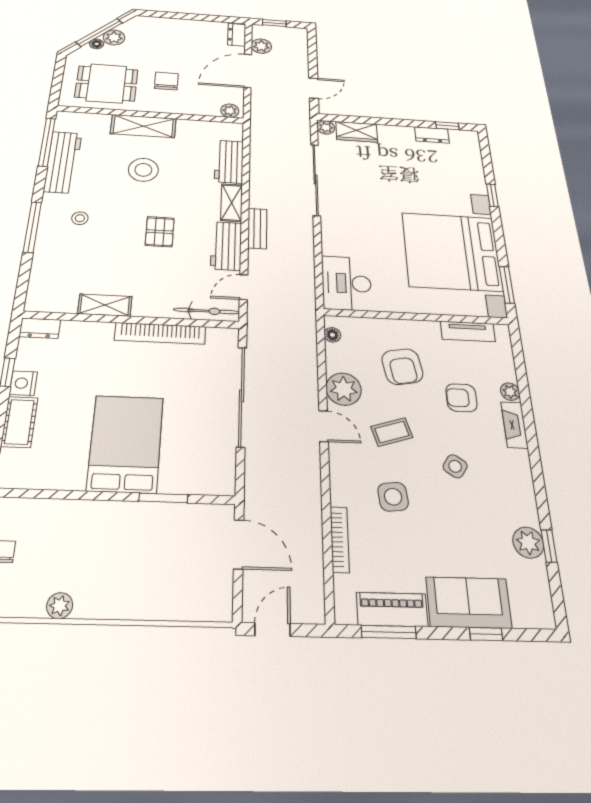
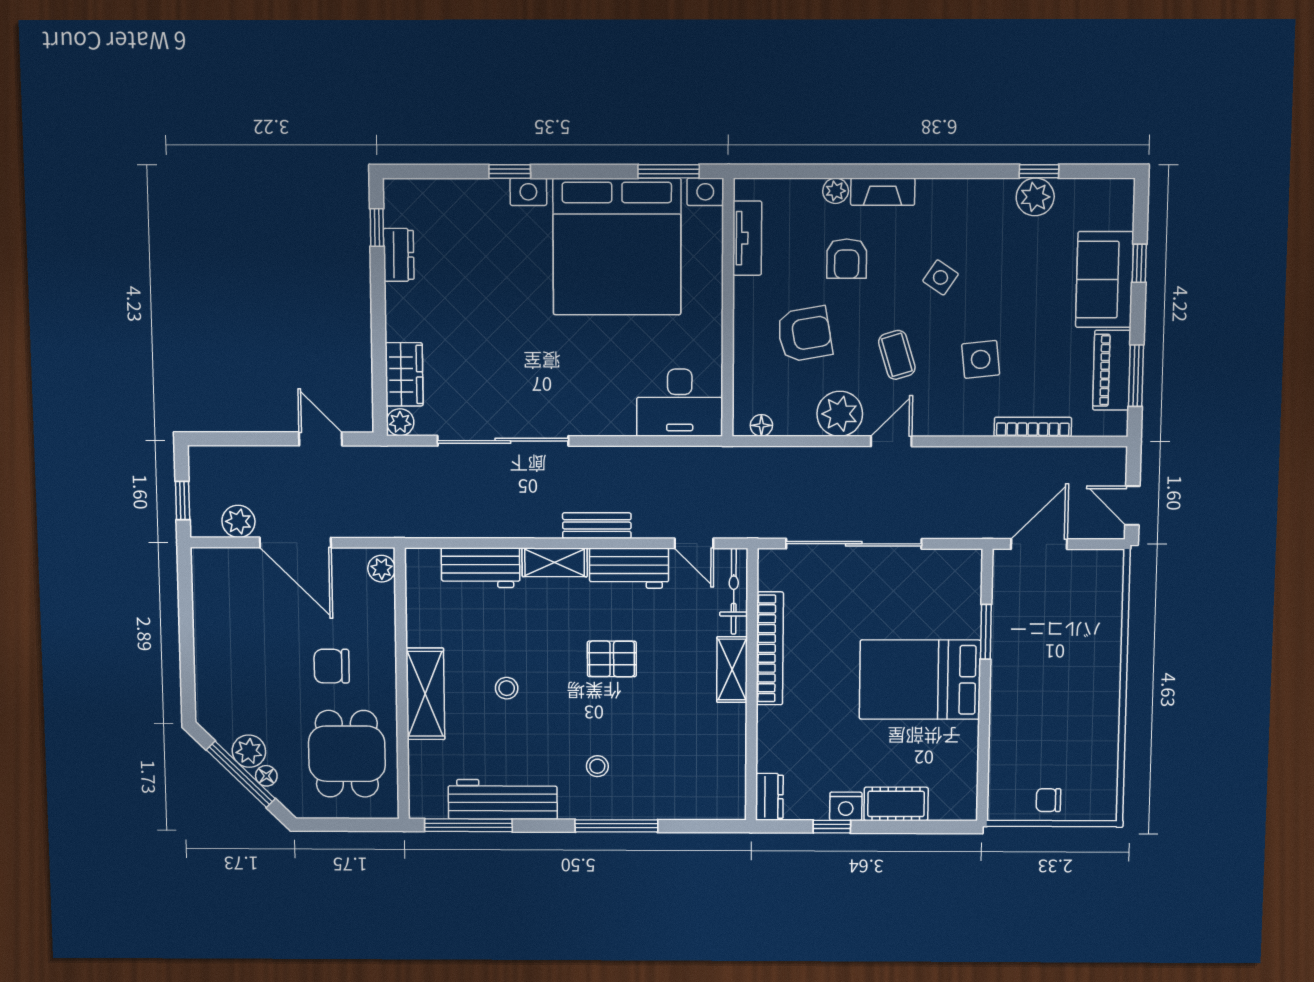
dresser: (237, 35) -> (218, 561), removed
stool: (143, 170) -> (507, 688), width x0.53, depth x0.53
shelving: (105, 305) -> (732, 670), moved
plant: (60, 606) -> (1106, 734), removed

